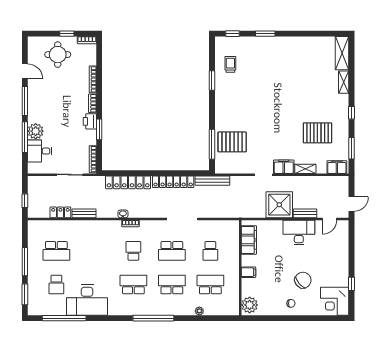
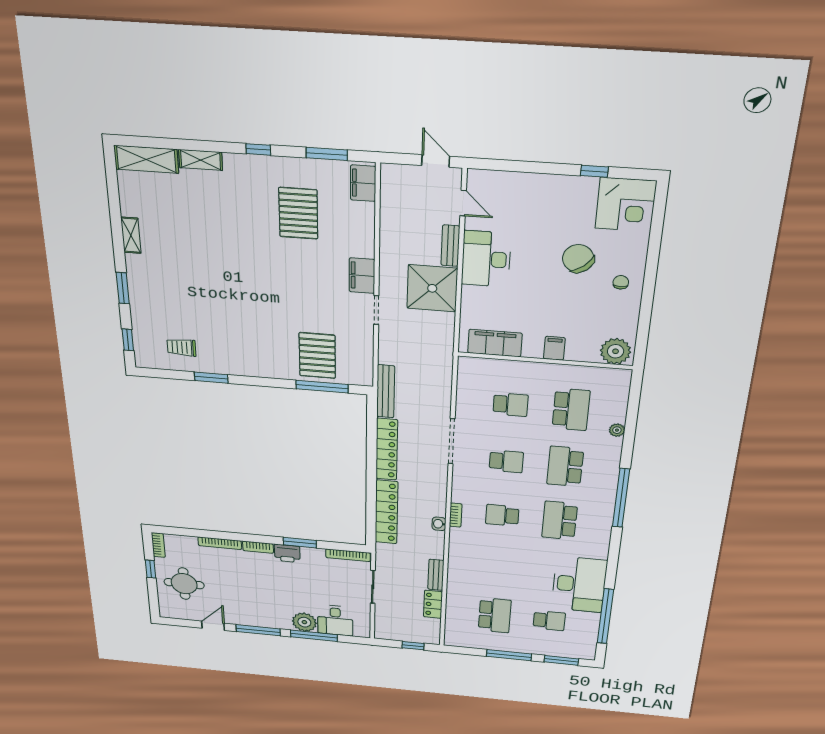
shelving: (305, 169) -> (131, 235), moved
school desk: (172, 251) -> (506, 461), width x0.54
school desk: (210, 284) -> (571, 409), turned 180

